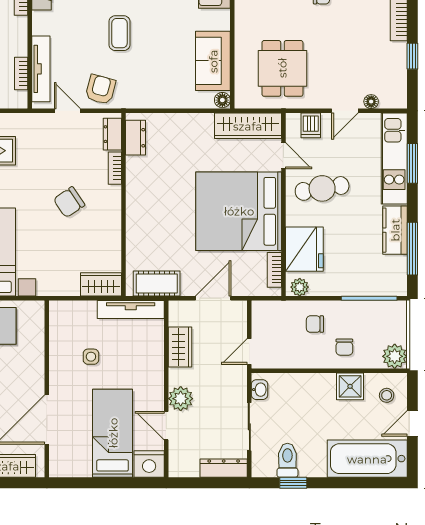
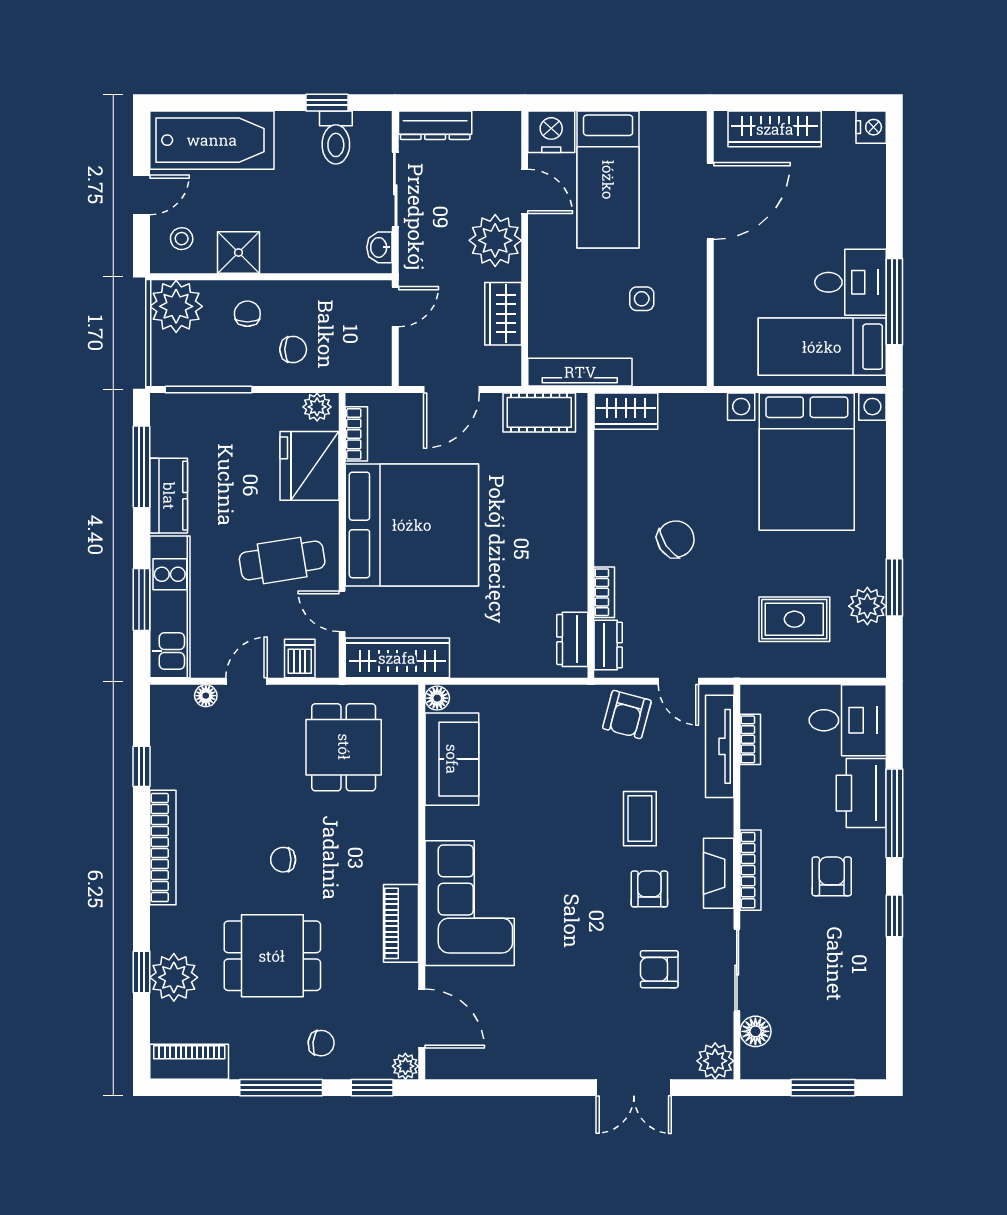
coffee table: (119, 33) -> (640, 819), moved
plant: (395, 356) -> (176, 306), width x1.36, depth x1.36
plant: (181, 399) -> (495, 240), width x1.36, depth x1.36

